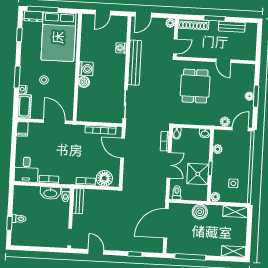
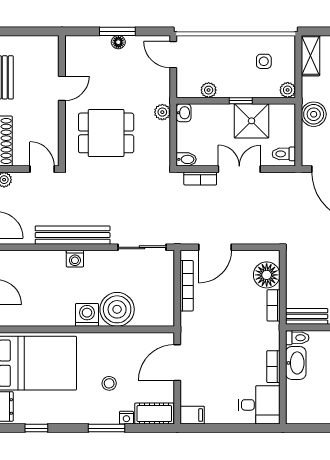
washing machine: (121, 48) -> (75, 259), moved
boiler: (84, 82) -> (117, 309), width x1.86, depth x1.86
plant: (225, 122) -> (162, 112), moved

